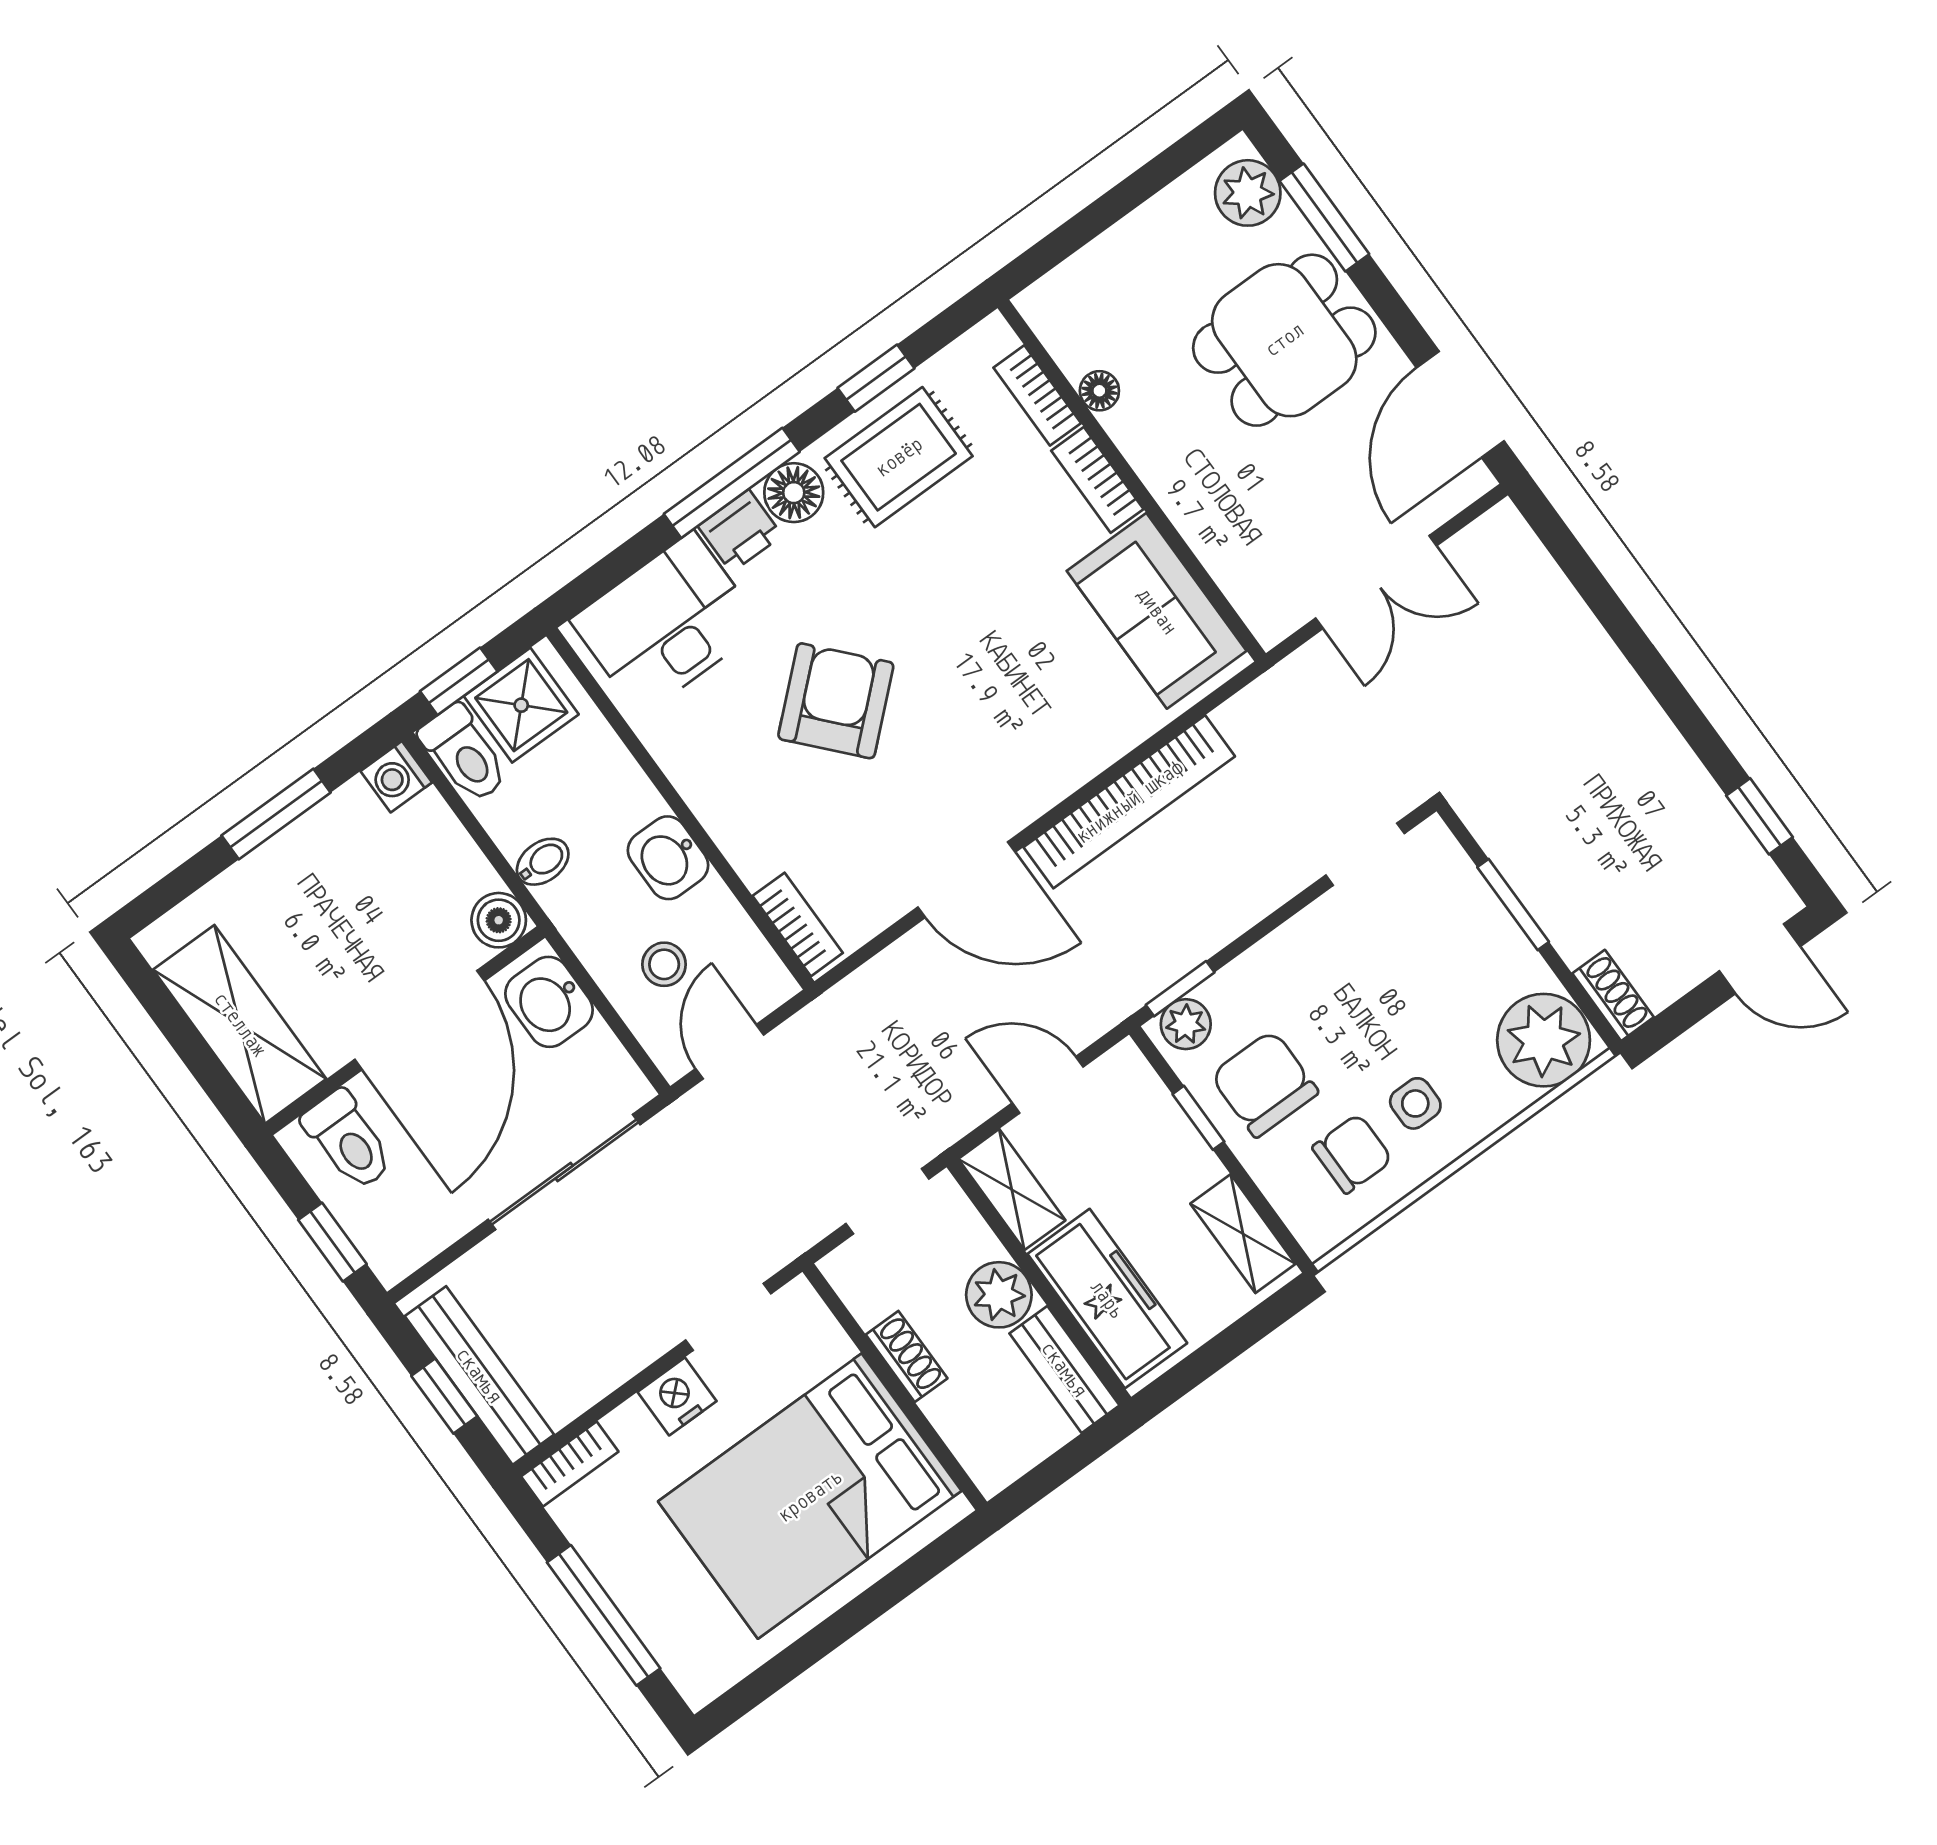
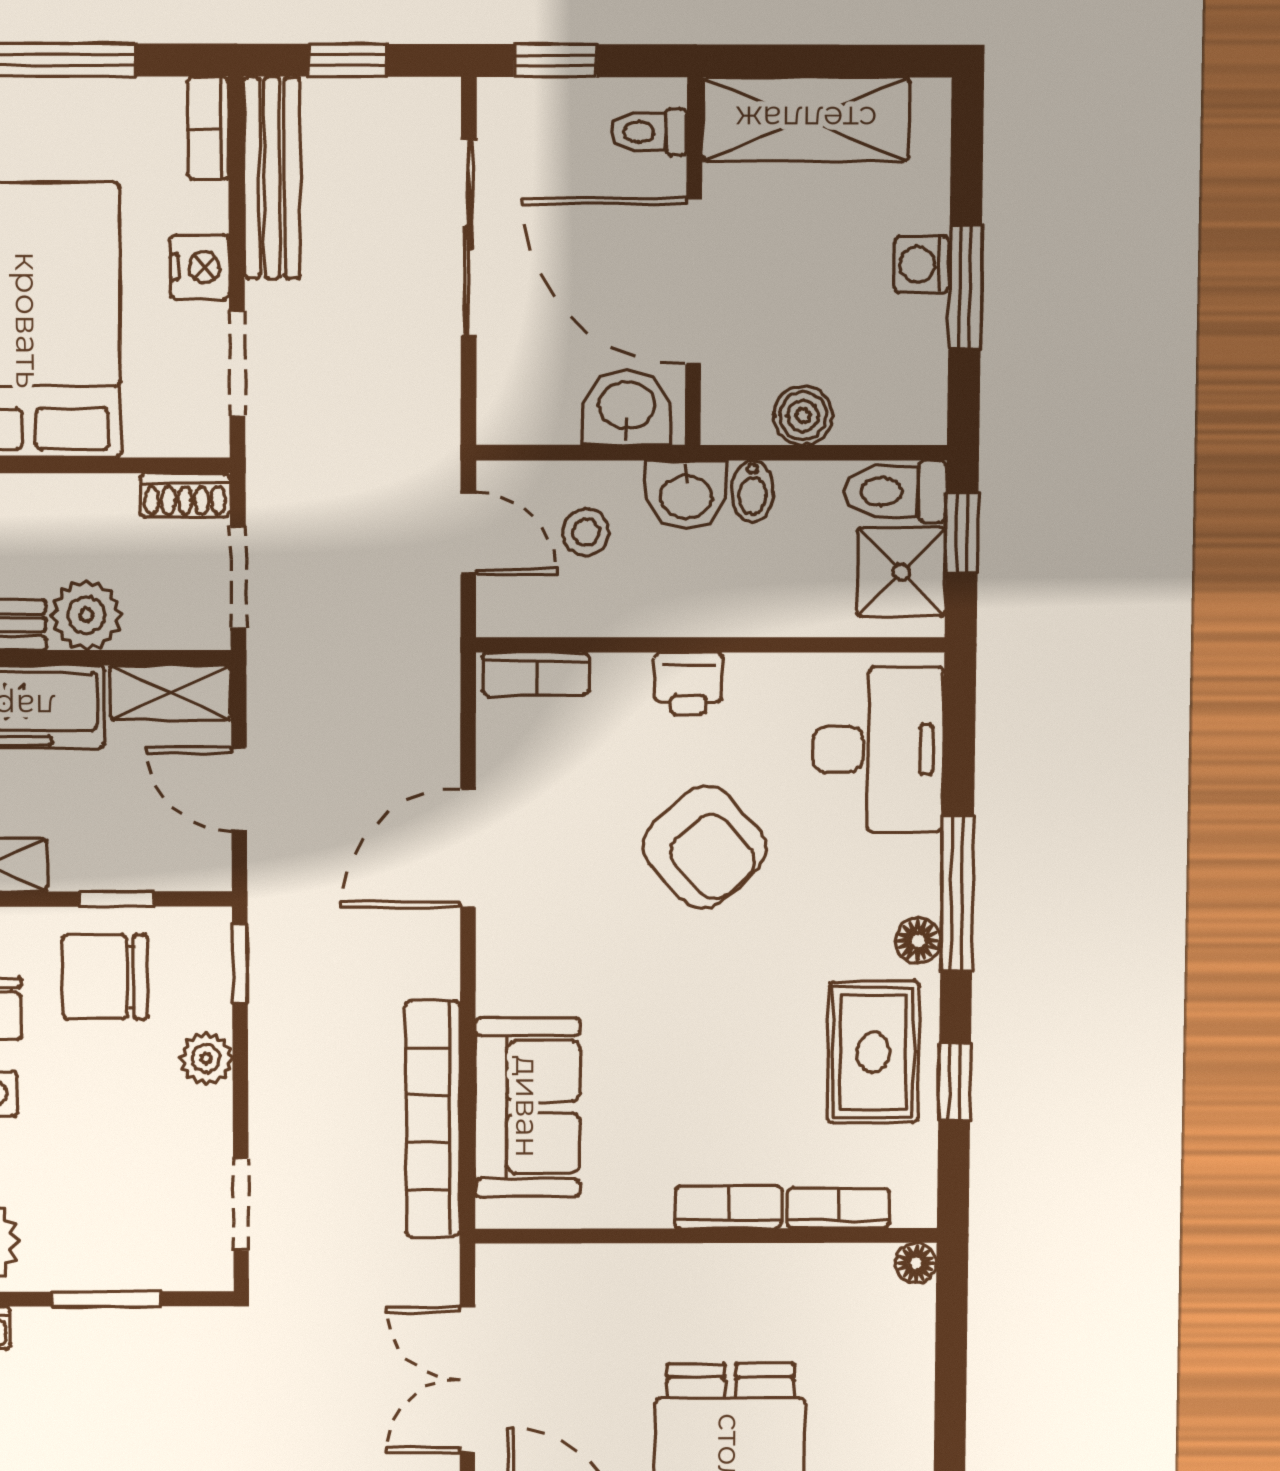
floor lamp: (1099, 391) -> (916, 1263), moved
floor lamp: (794, 493) -> (918, 941), width x0.73, depth x0.73
printer: (740, 531) -> (689, 683), moved, turned -90
sofa: (1157, 611) -> (528, 1107), moved, turned 90
washing machine: (396, 777) -> (922, 264), moved, turned -90
bookcase: (1129, 802) -> (433, 1119), moved
washbasin: (668, 858) -> (686, 495), moved, turned 180
boiler: (499, 920) -> (803, 415), moved
plant: (1186, 1024) -> (206, 1059), moved
chair: (1264, 1084) -> (105, 977), turned 180
door: (1048, 1085) -> (239, 790), swing flipped
toilet: (348, 1140) -> (649, 132), width x0.73, depth x0.72
sliding door: (564, 1172) -> (469, 238), moved
shoe rack: (907, 1356) -> (185, 495), moved
bench: (479, 1375) -> (272, 178), moved, turned 90

